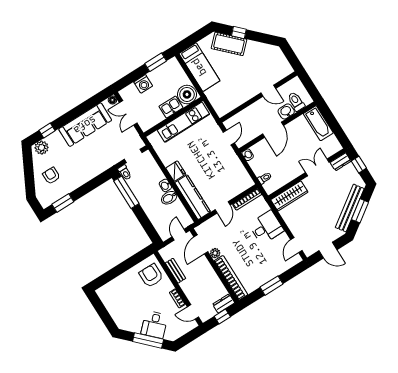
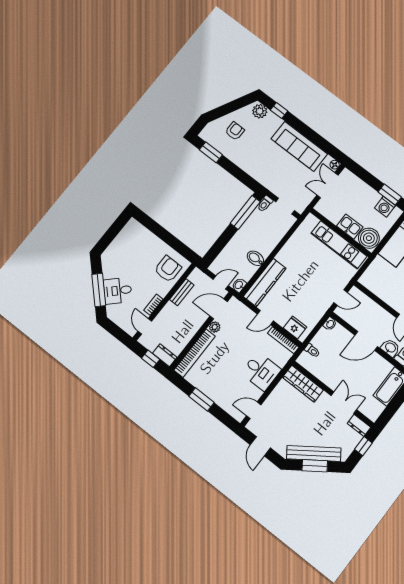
washing machine: (143, 84) -> (385, 207), moved
fridge: (176, 171) -> (295, 327), moved, turned -90
washbasin: (165, 185) -> (239, 285), moved

